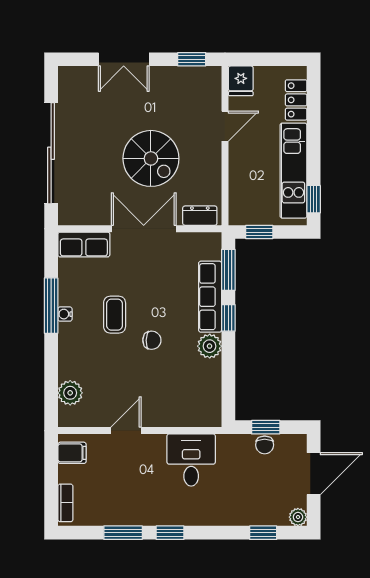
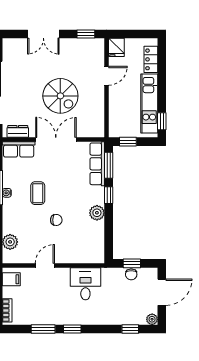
dresser: (200, 216) -> (18, 131), moved
row of seats: (210, 297) -> (97, 164), moved
chair: (152, 340) -> (56, 220), moved

